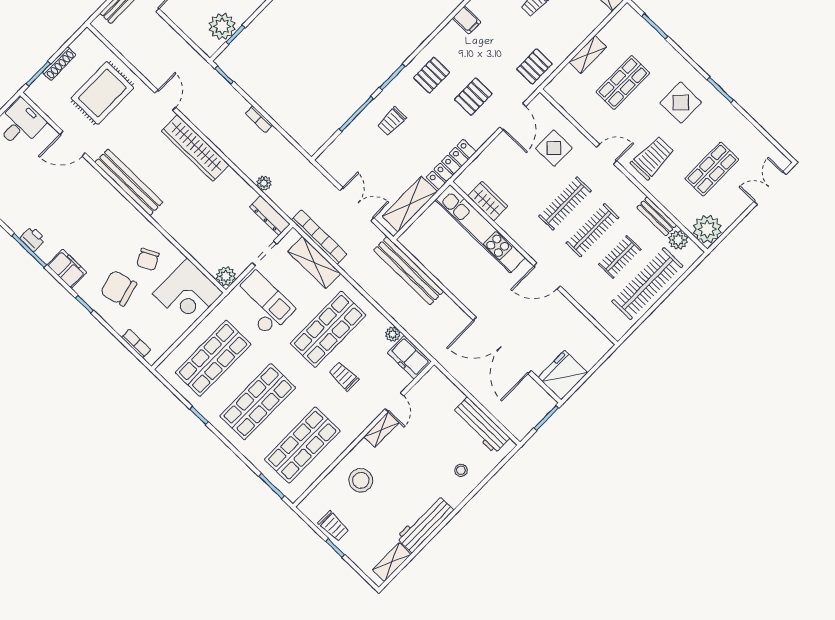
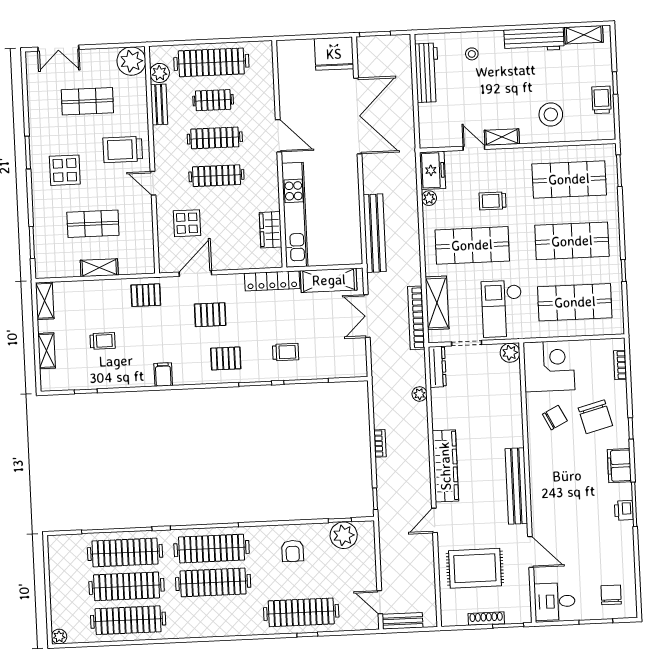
trolley: (344, 376) -> (493, 201), turned 90
door: (394, 402) -> (474, 148), hinge flipped

